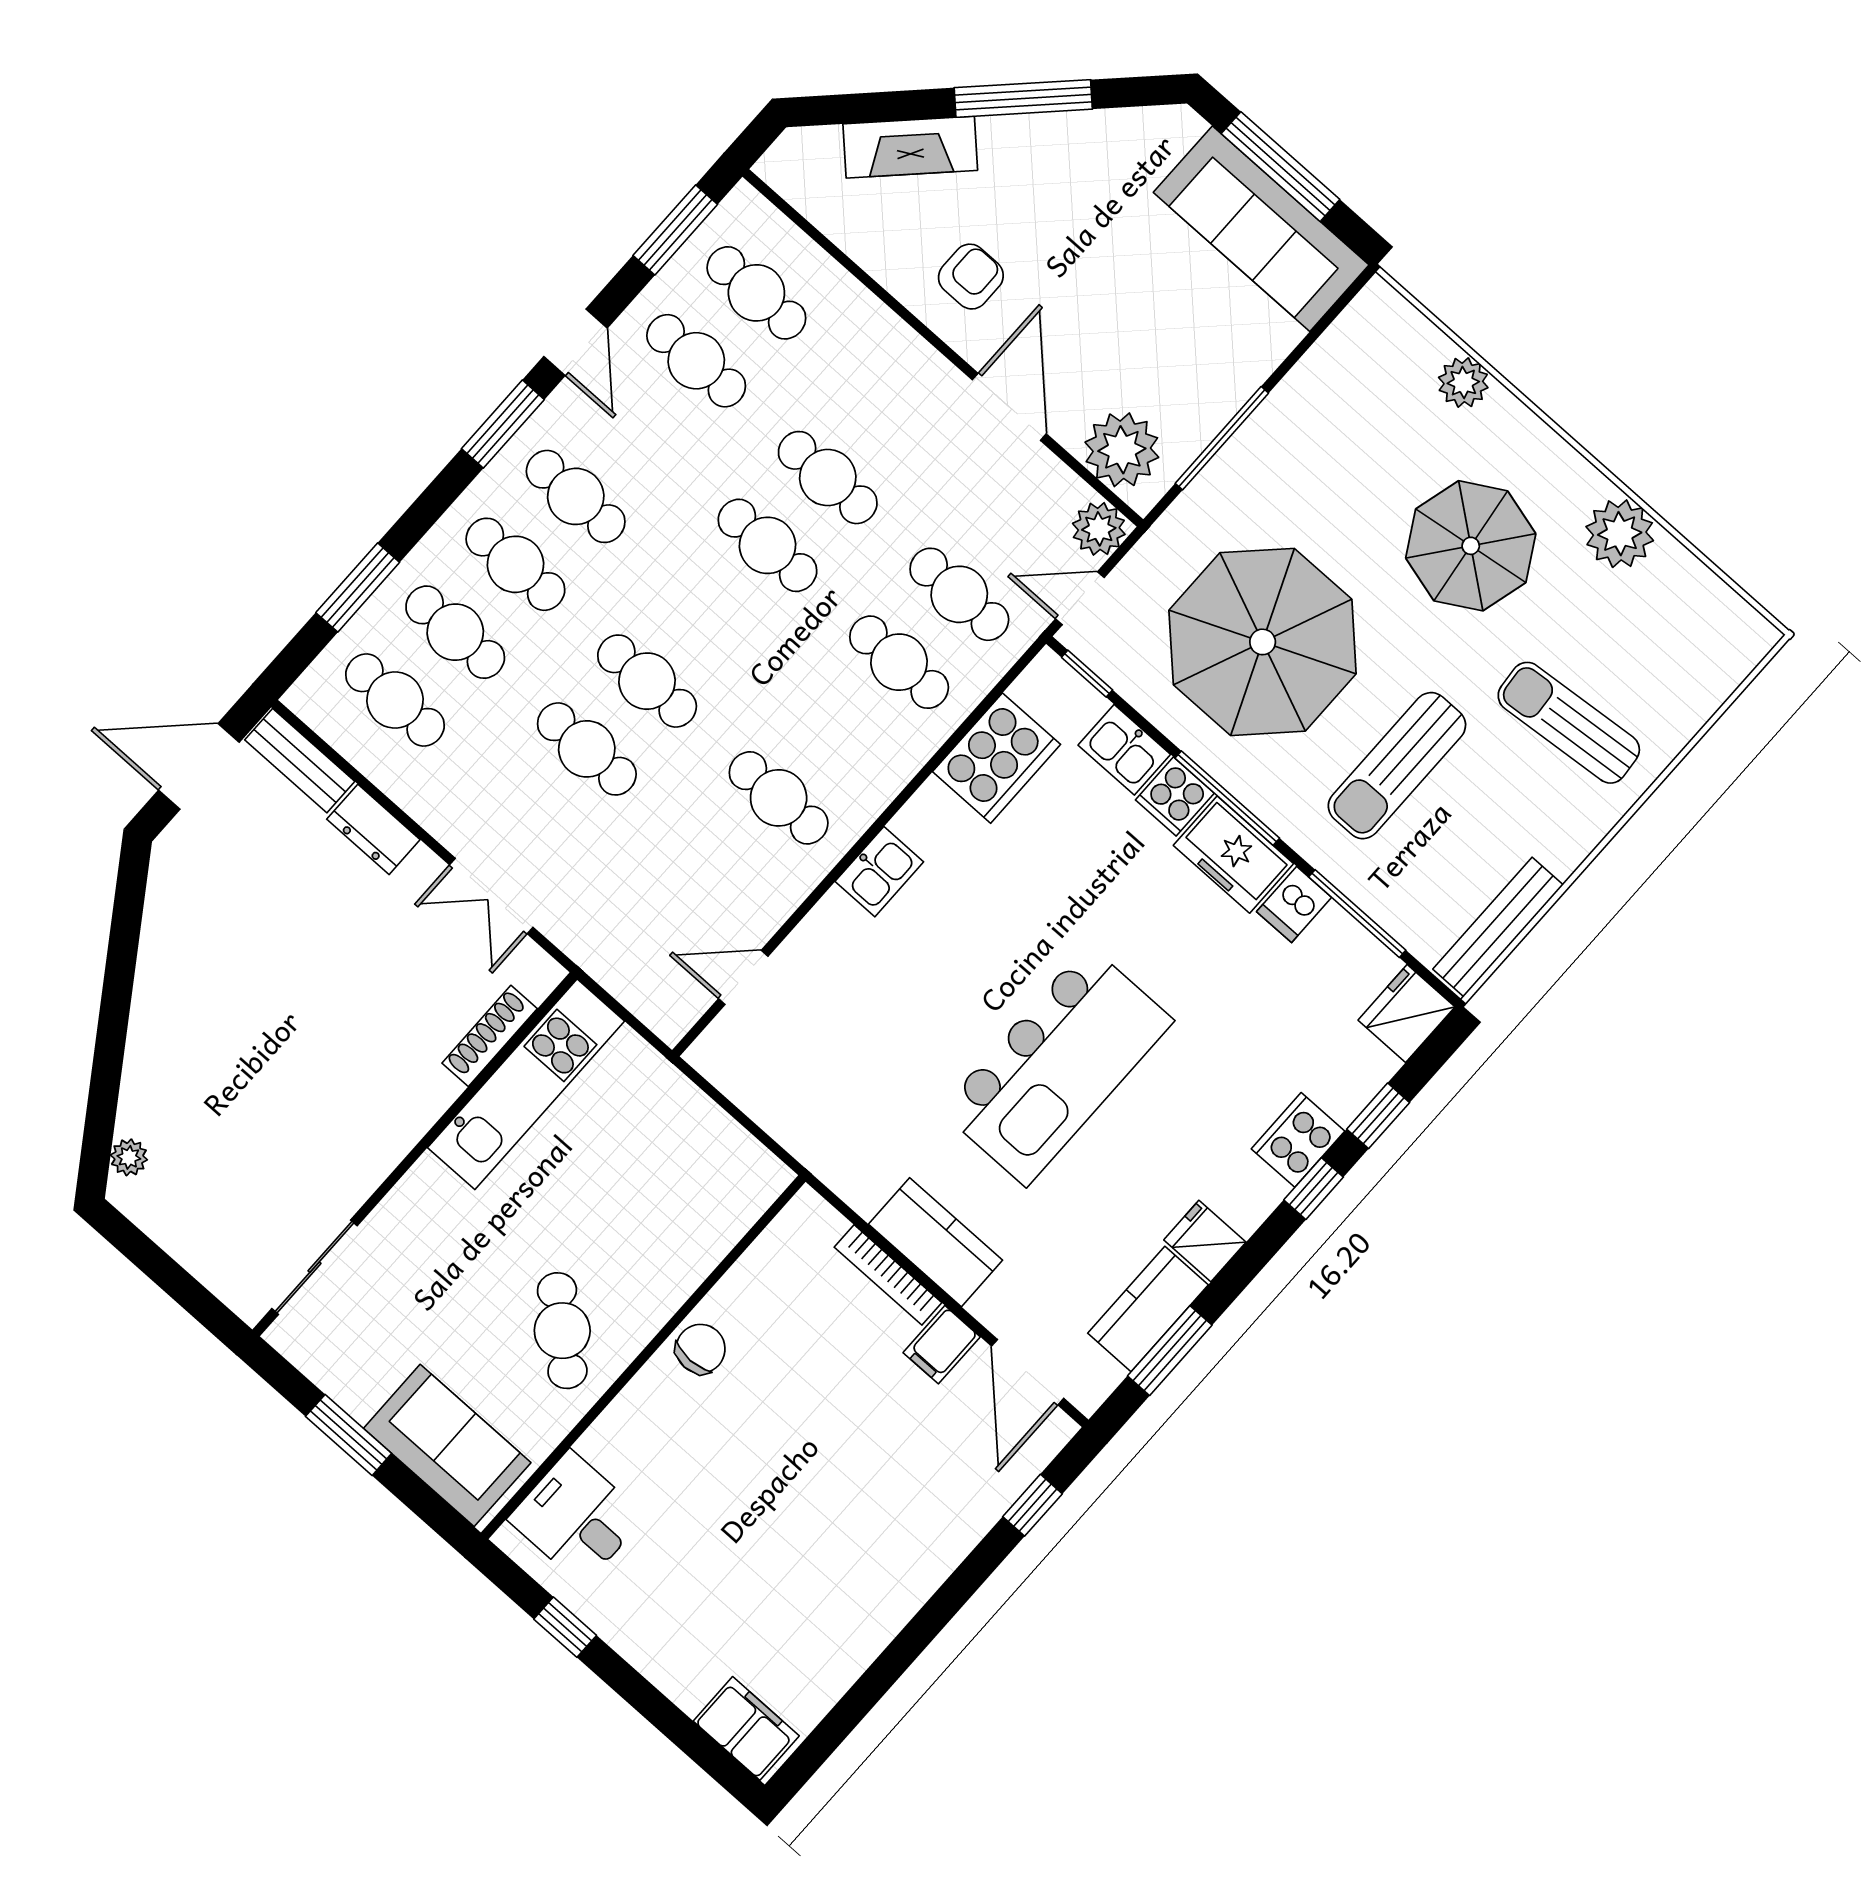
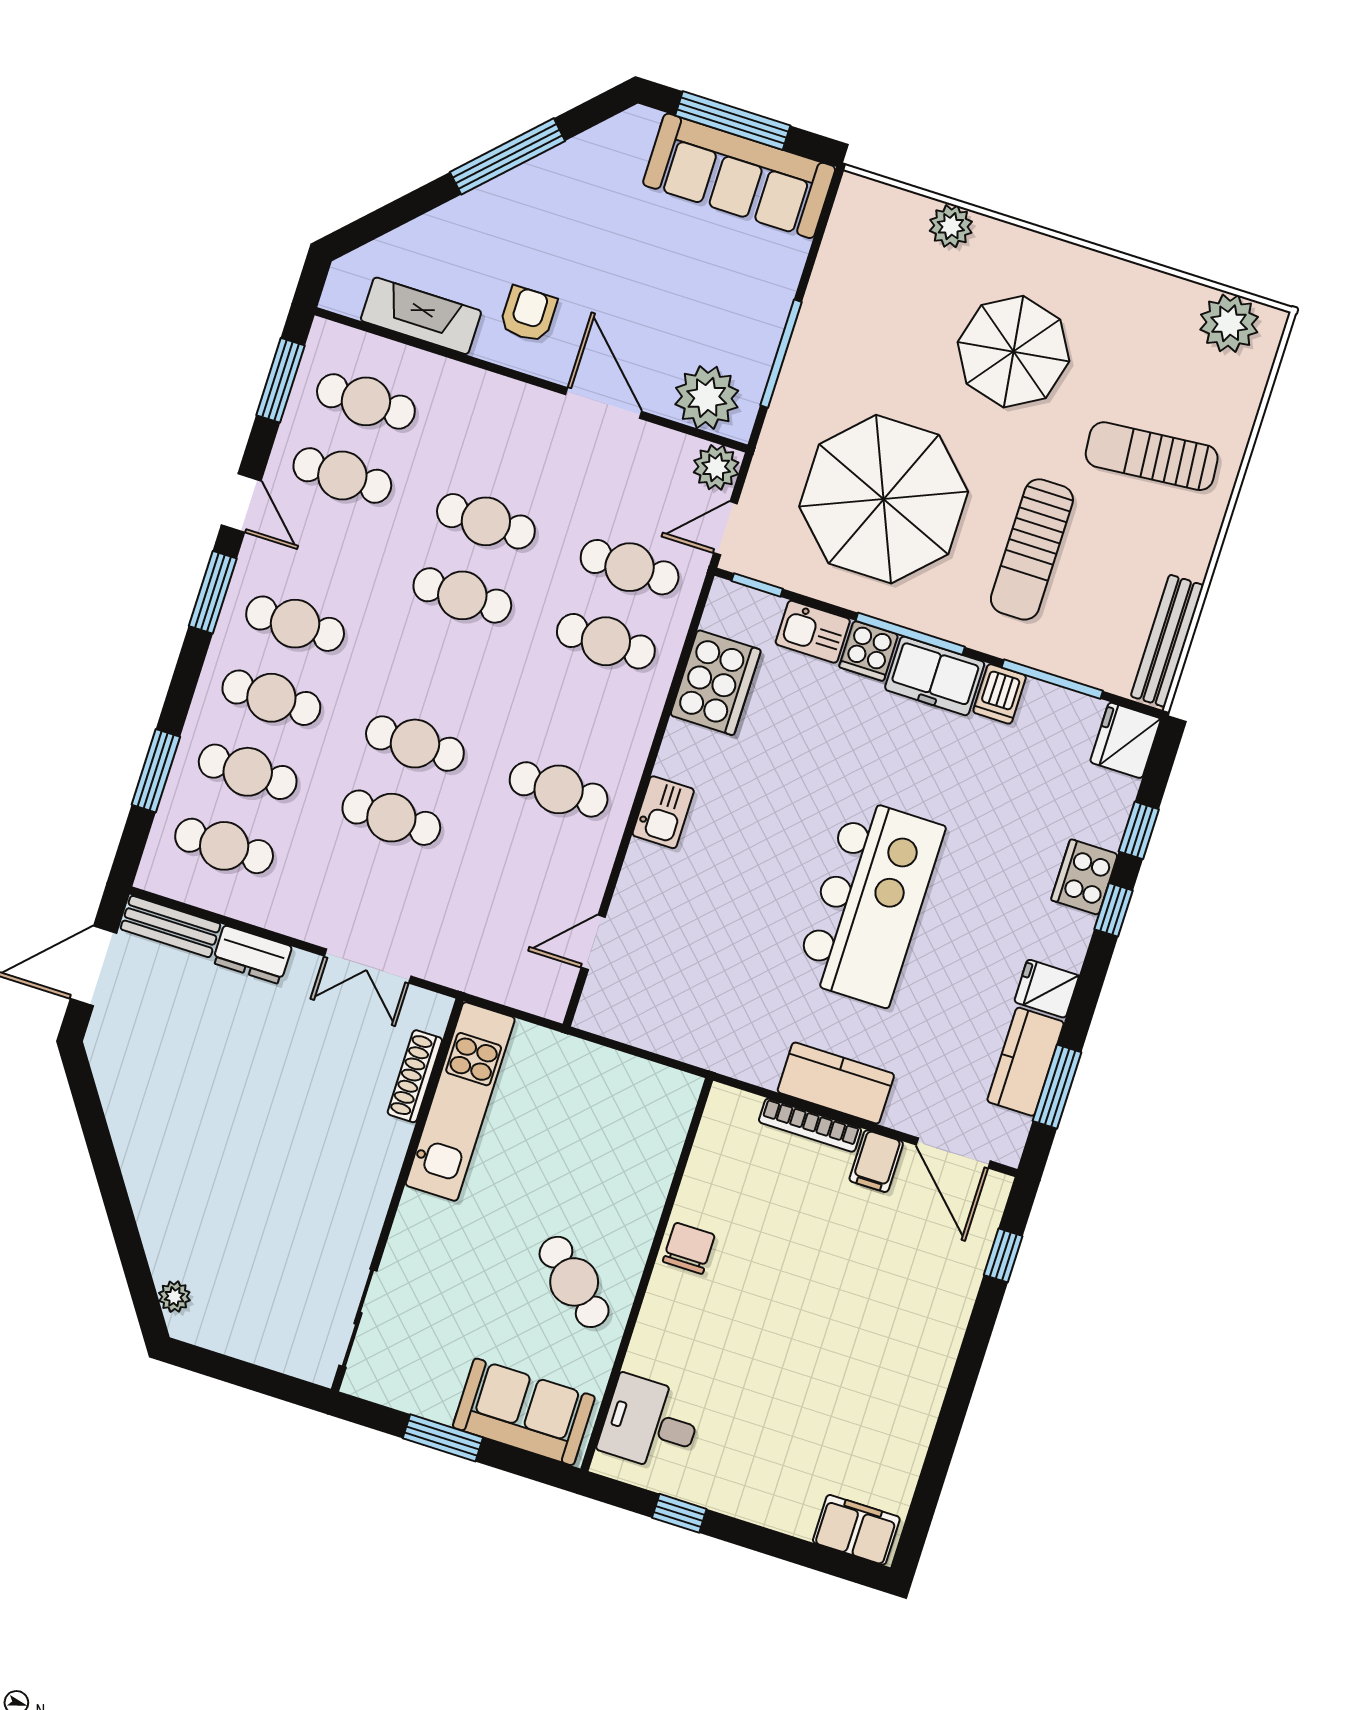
fireplace: (910, 147) -> (421, 316), moved, turned -135
plant: (1620, 534) -> (1229, 323), moved

